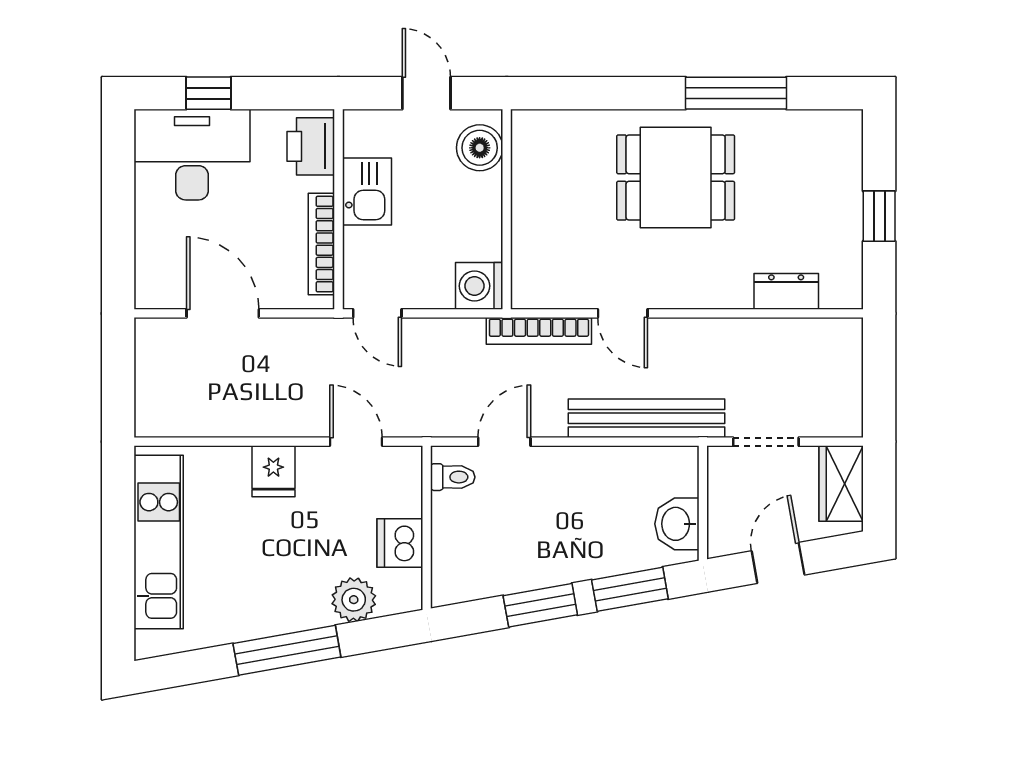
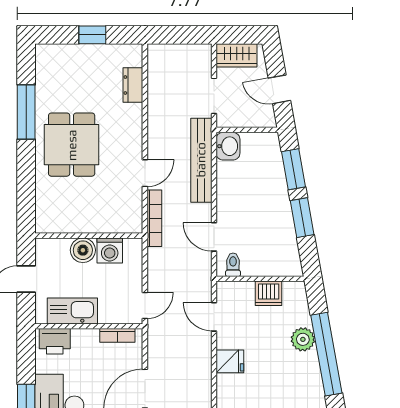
boiler: (480, 148) -> (83, 250), moved
kitchen sink: (367, 192) -> (72, 311), width x1.38
bookcase: (321, 244) -> (117, 335), width x0.64
washing machine: (479, 286) -> (110, 250), moved
door: (356, 442) -> (214, 317), hinge flipped
washbasin: (677, 524) -> (228, 146), moved, turned -90
plant: (354, 600) -> (303, 339), moved
window: (287, 650) -> (326, 354), width x1.46

